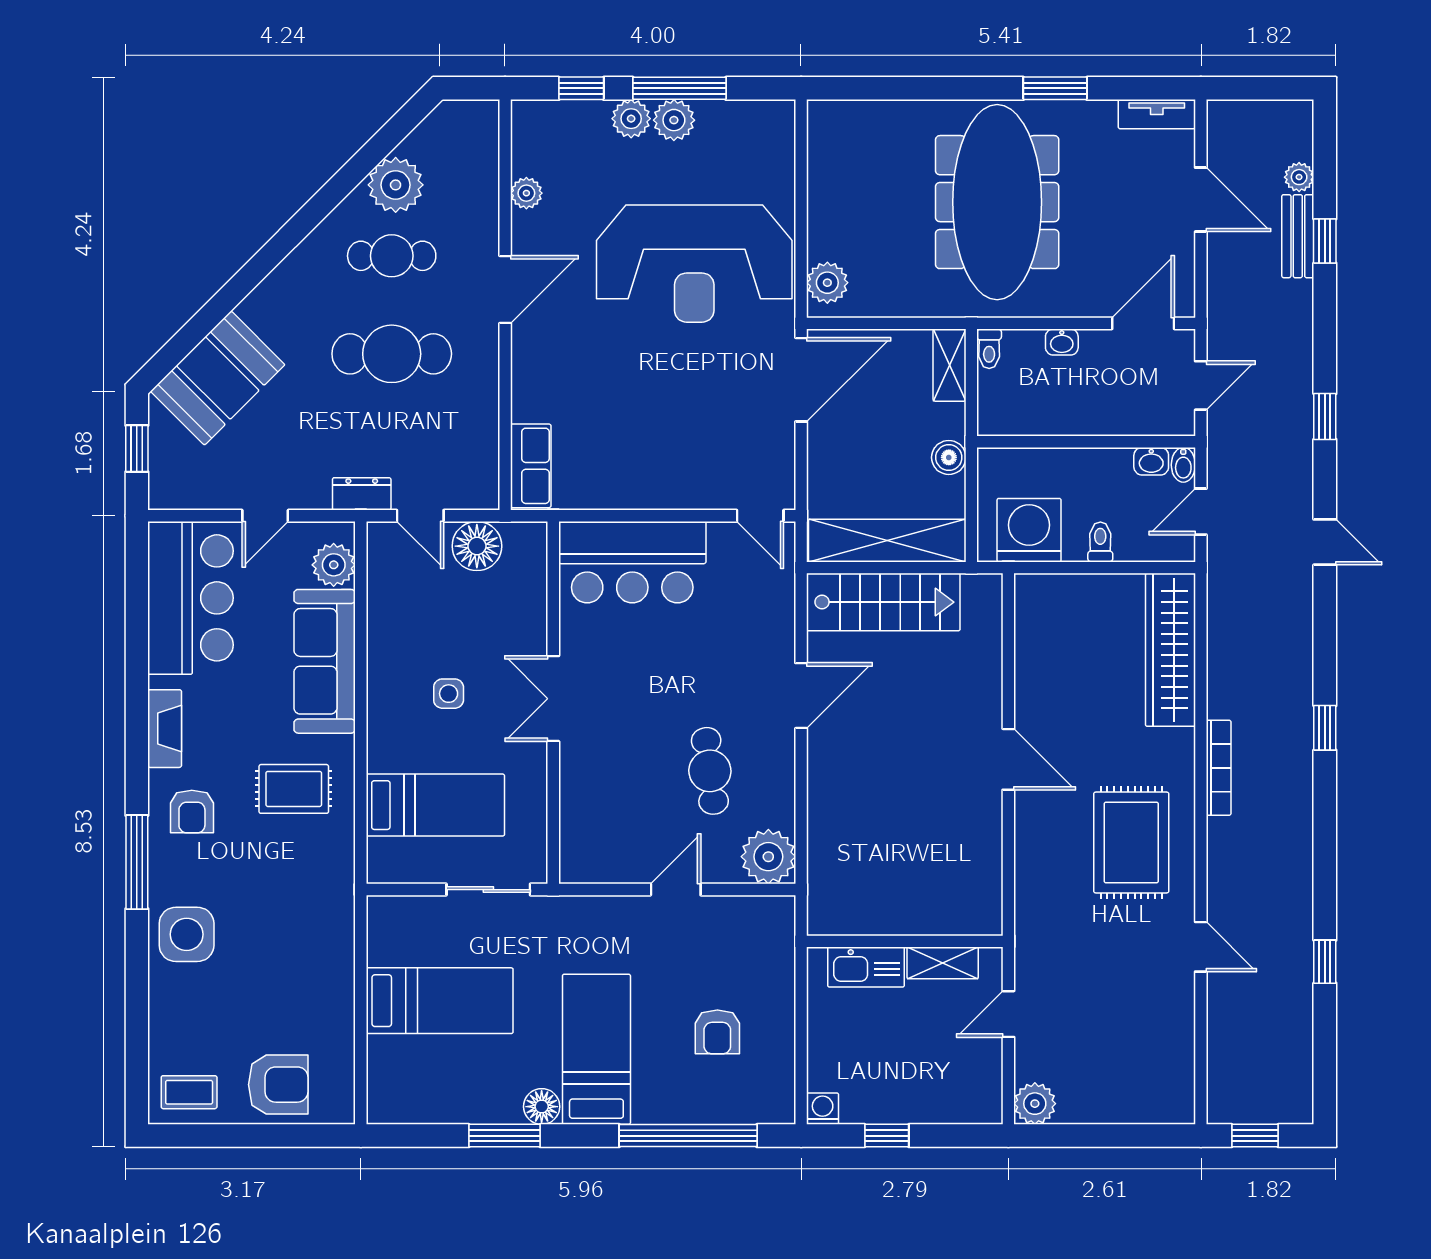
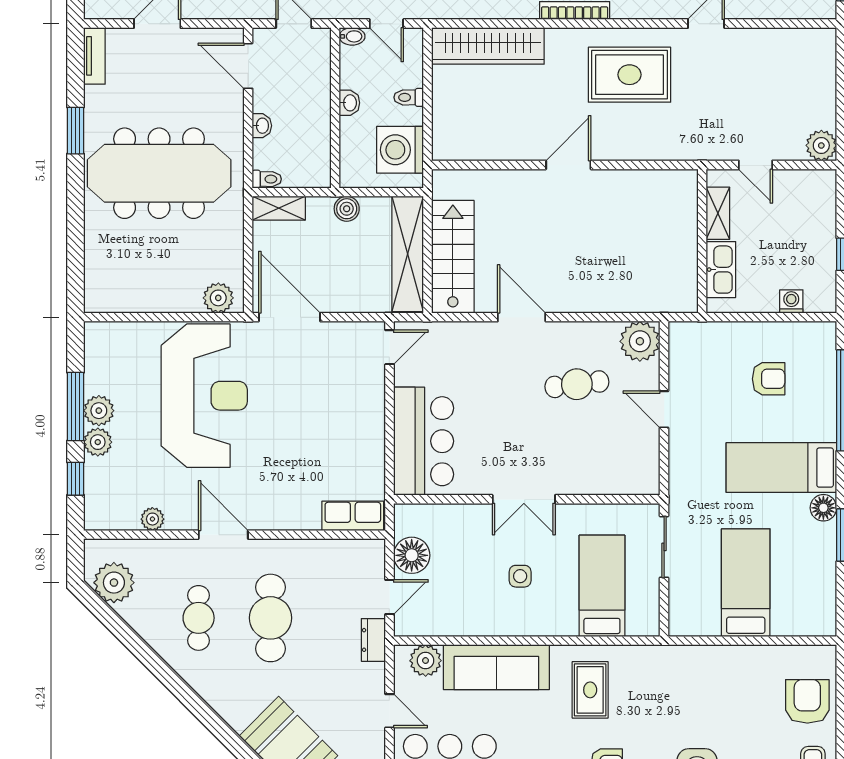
plant: (396, 185) -> (114, 583), moved
washbasin: (1151, 461) -> (349, 103), moved
washing machine: (823, 1109) -> (791, 301), moved, turned 90

